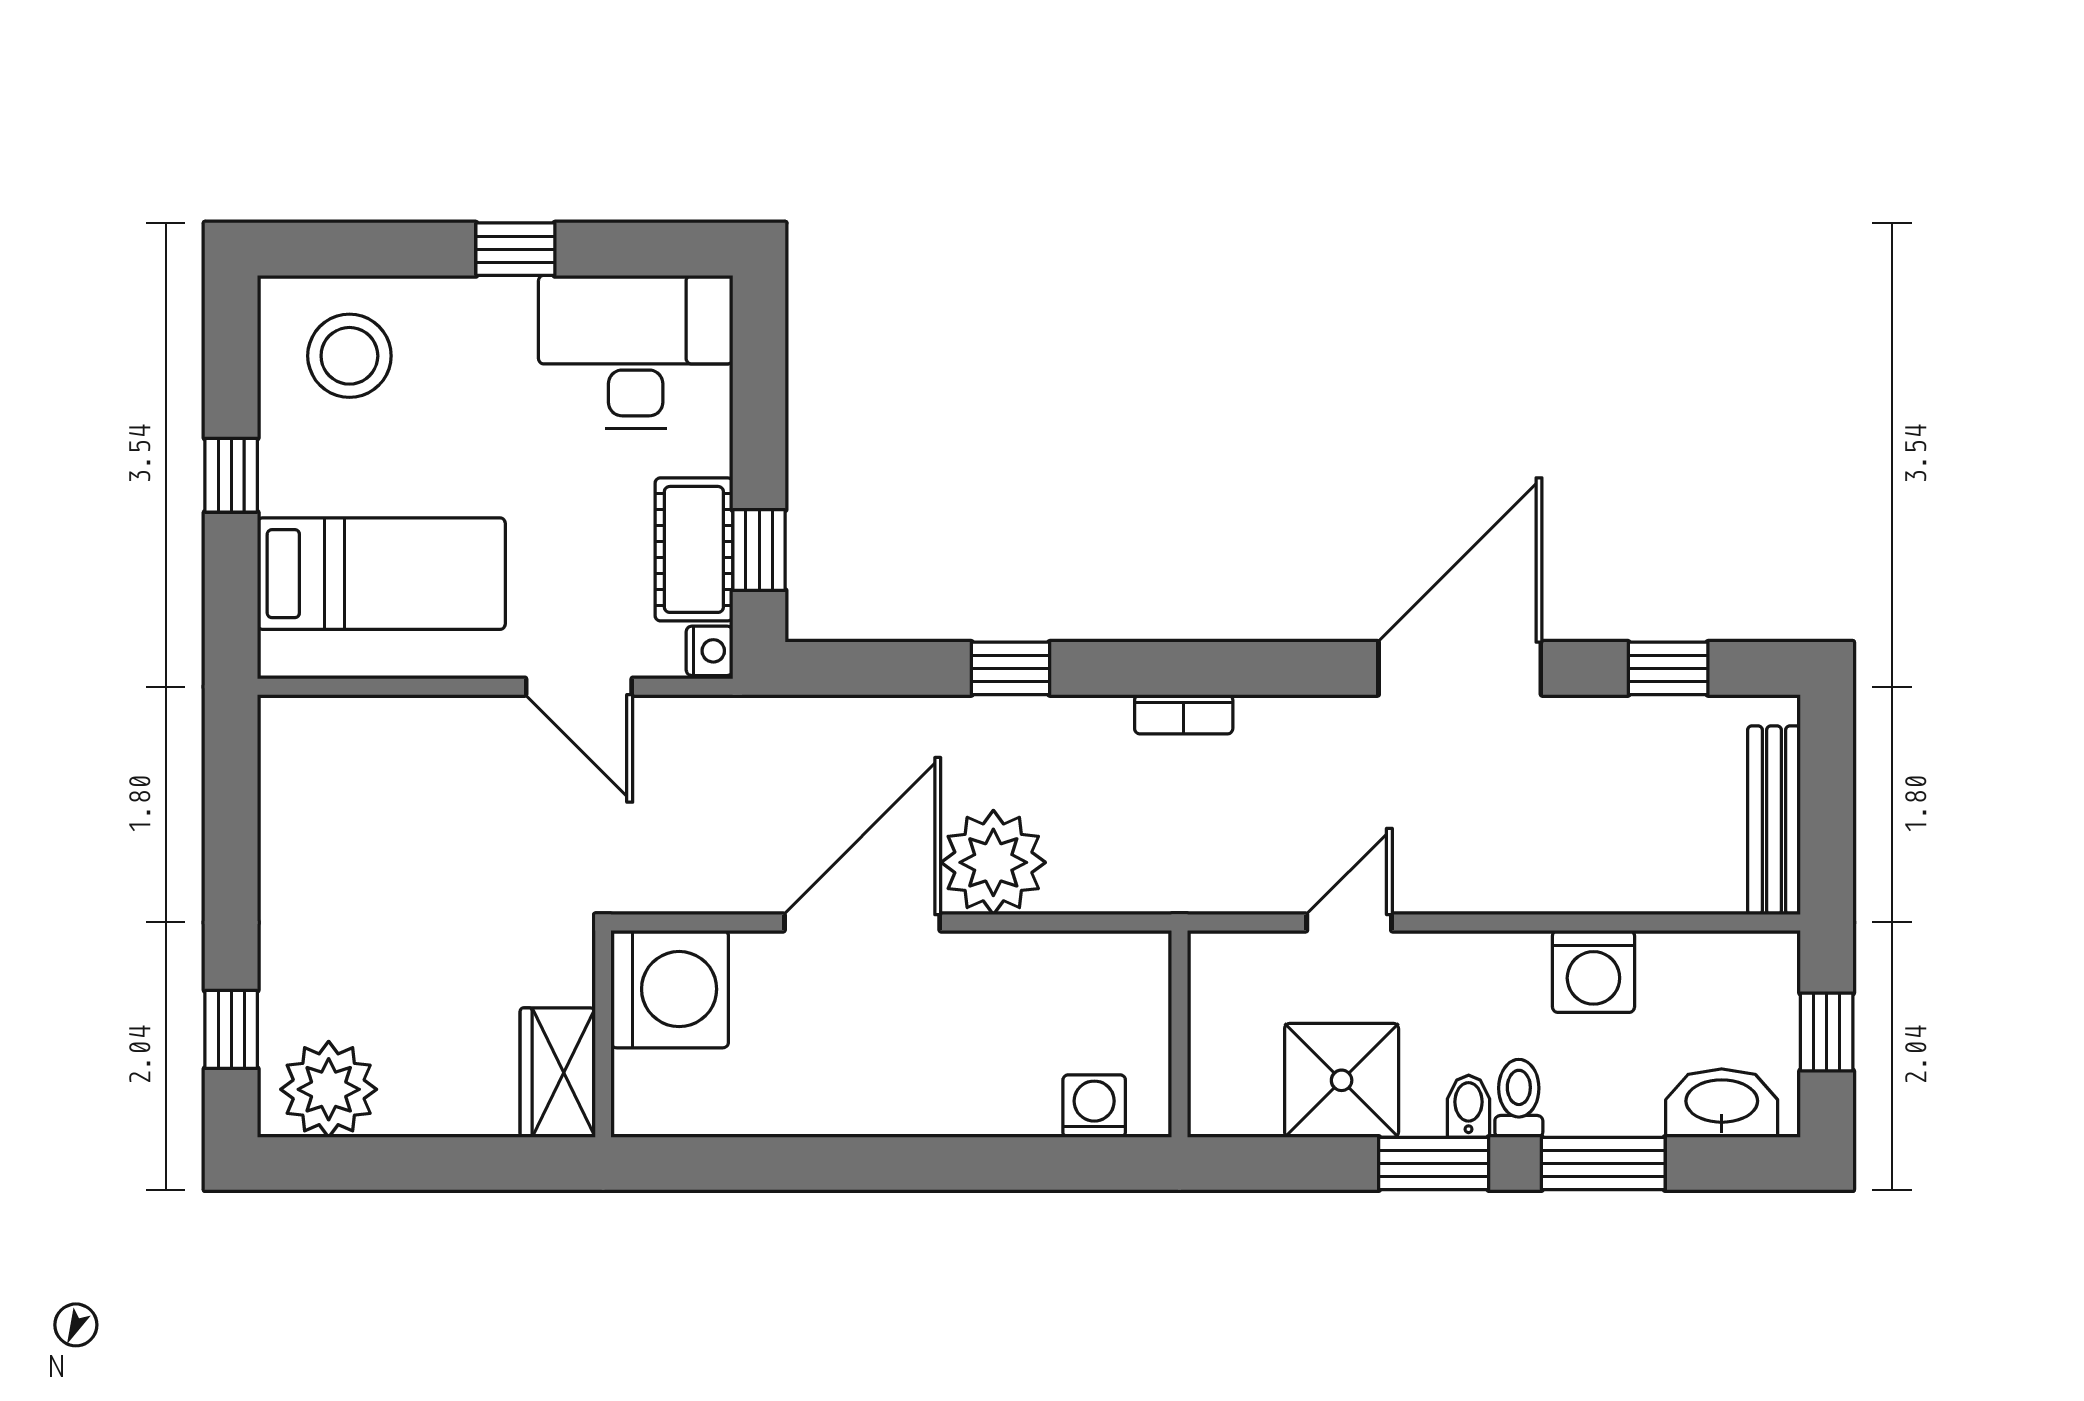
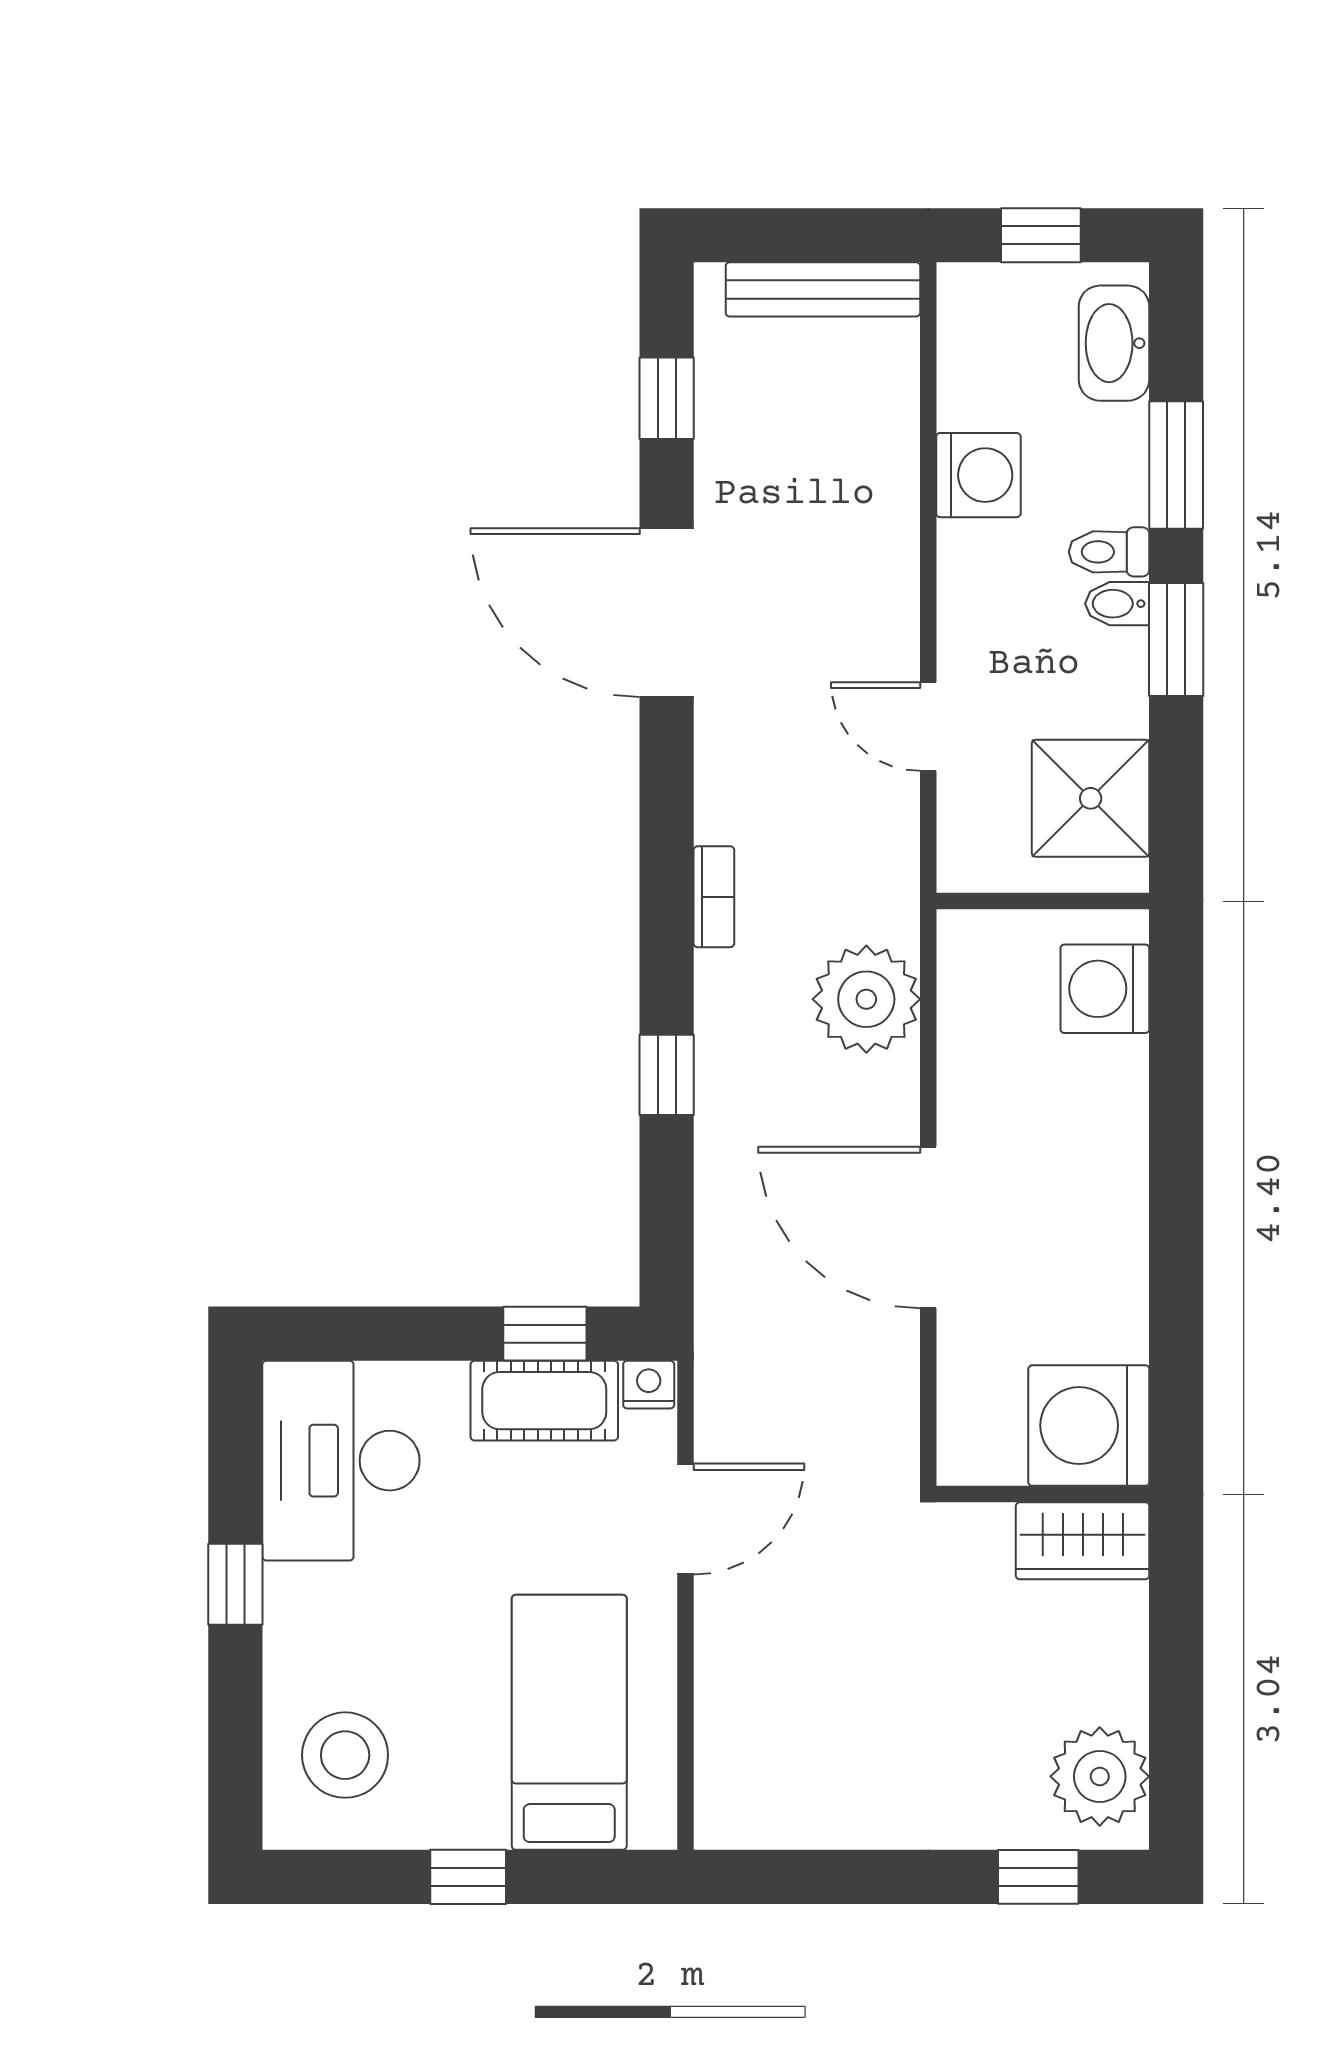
plant: (993, 862) -> (866, 999), moved
washing machine: (670, 989) -> (1089, 1426), moved, turned -90
shower: (1342, 1080) -> (1091, 798), moved
washing machine: (1094, 1106) -> (1105, 989), width x1.38, depth x1.38

